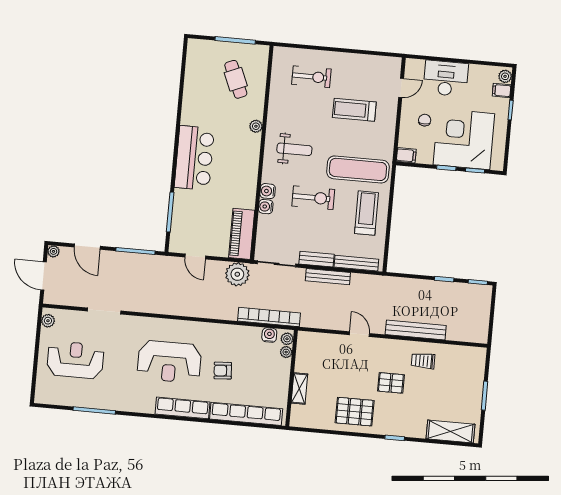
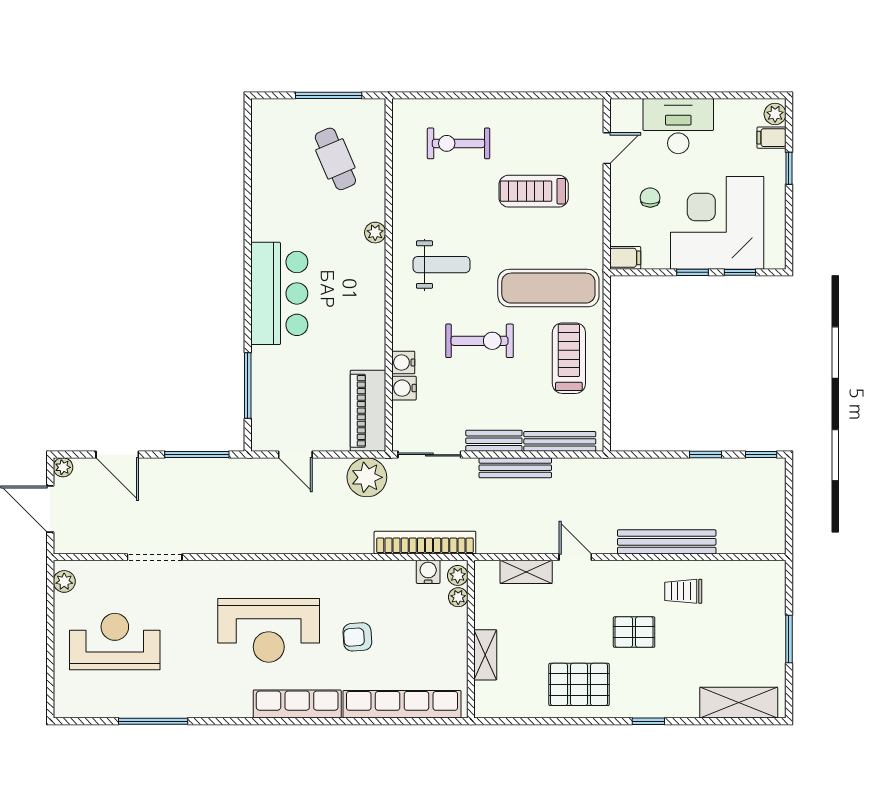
exercise bike: (311, 77) -> (459, 143), turned 180
water cooler: (268, 191) -> (404, 388), moved
shelving: (329, 340) -> (526, 572), added

